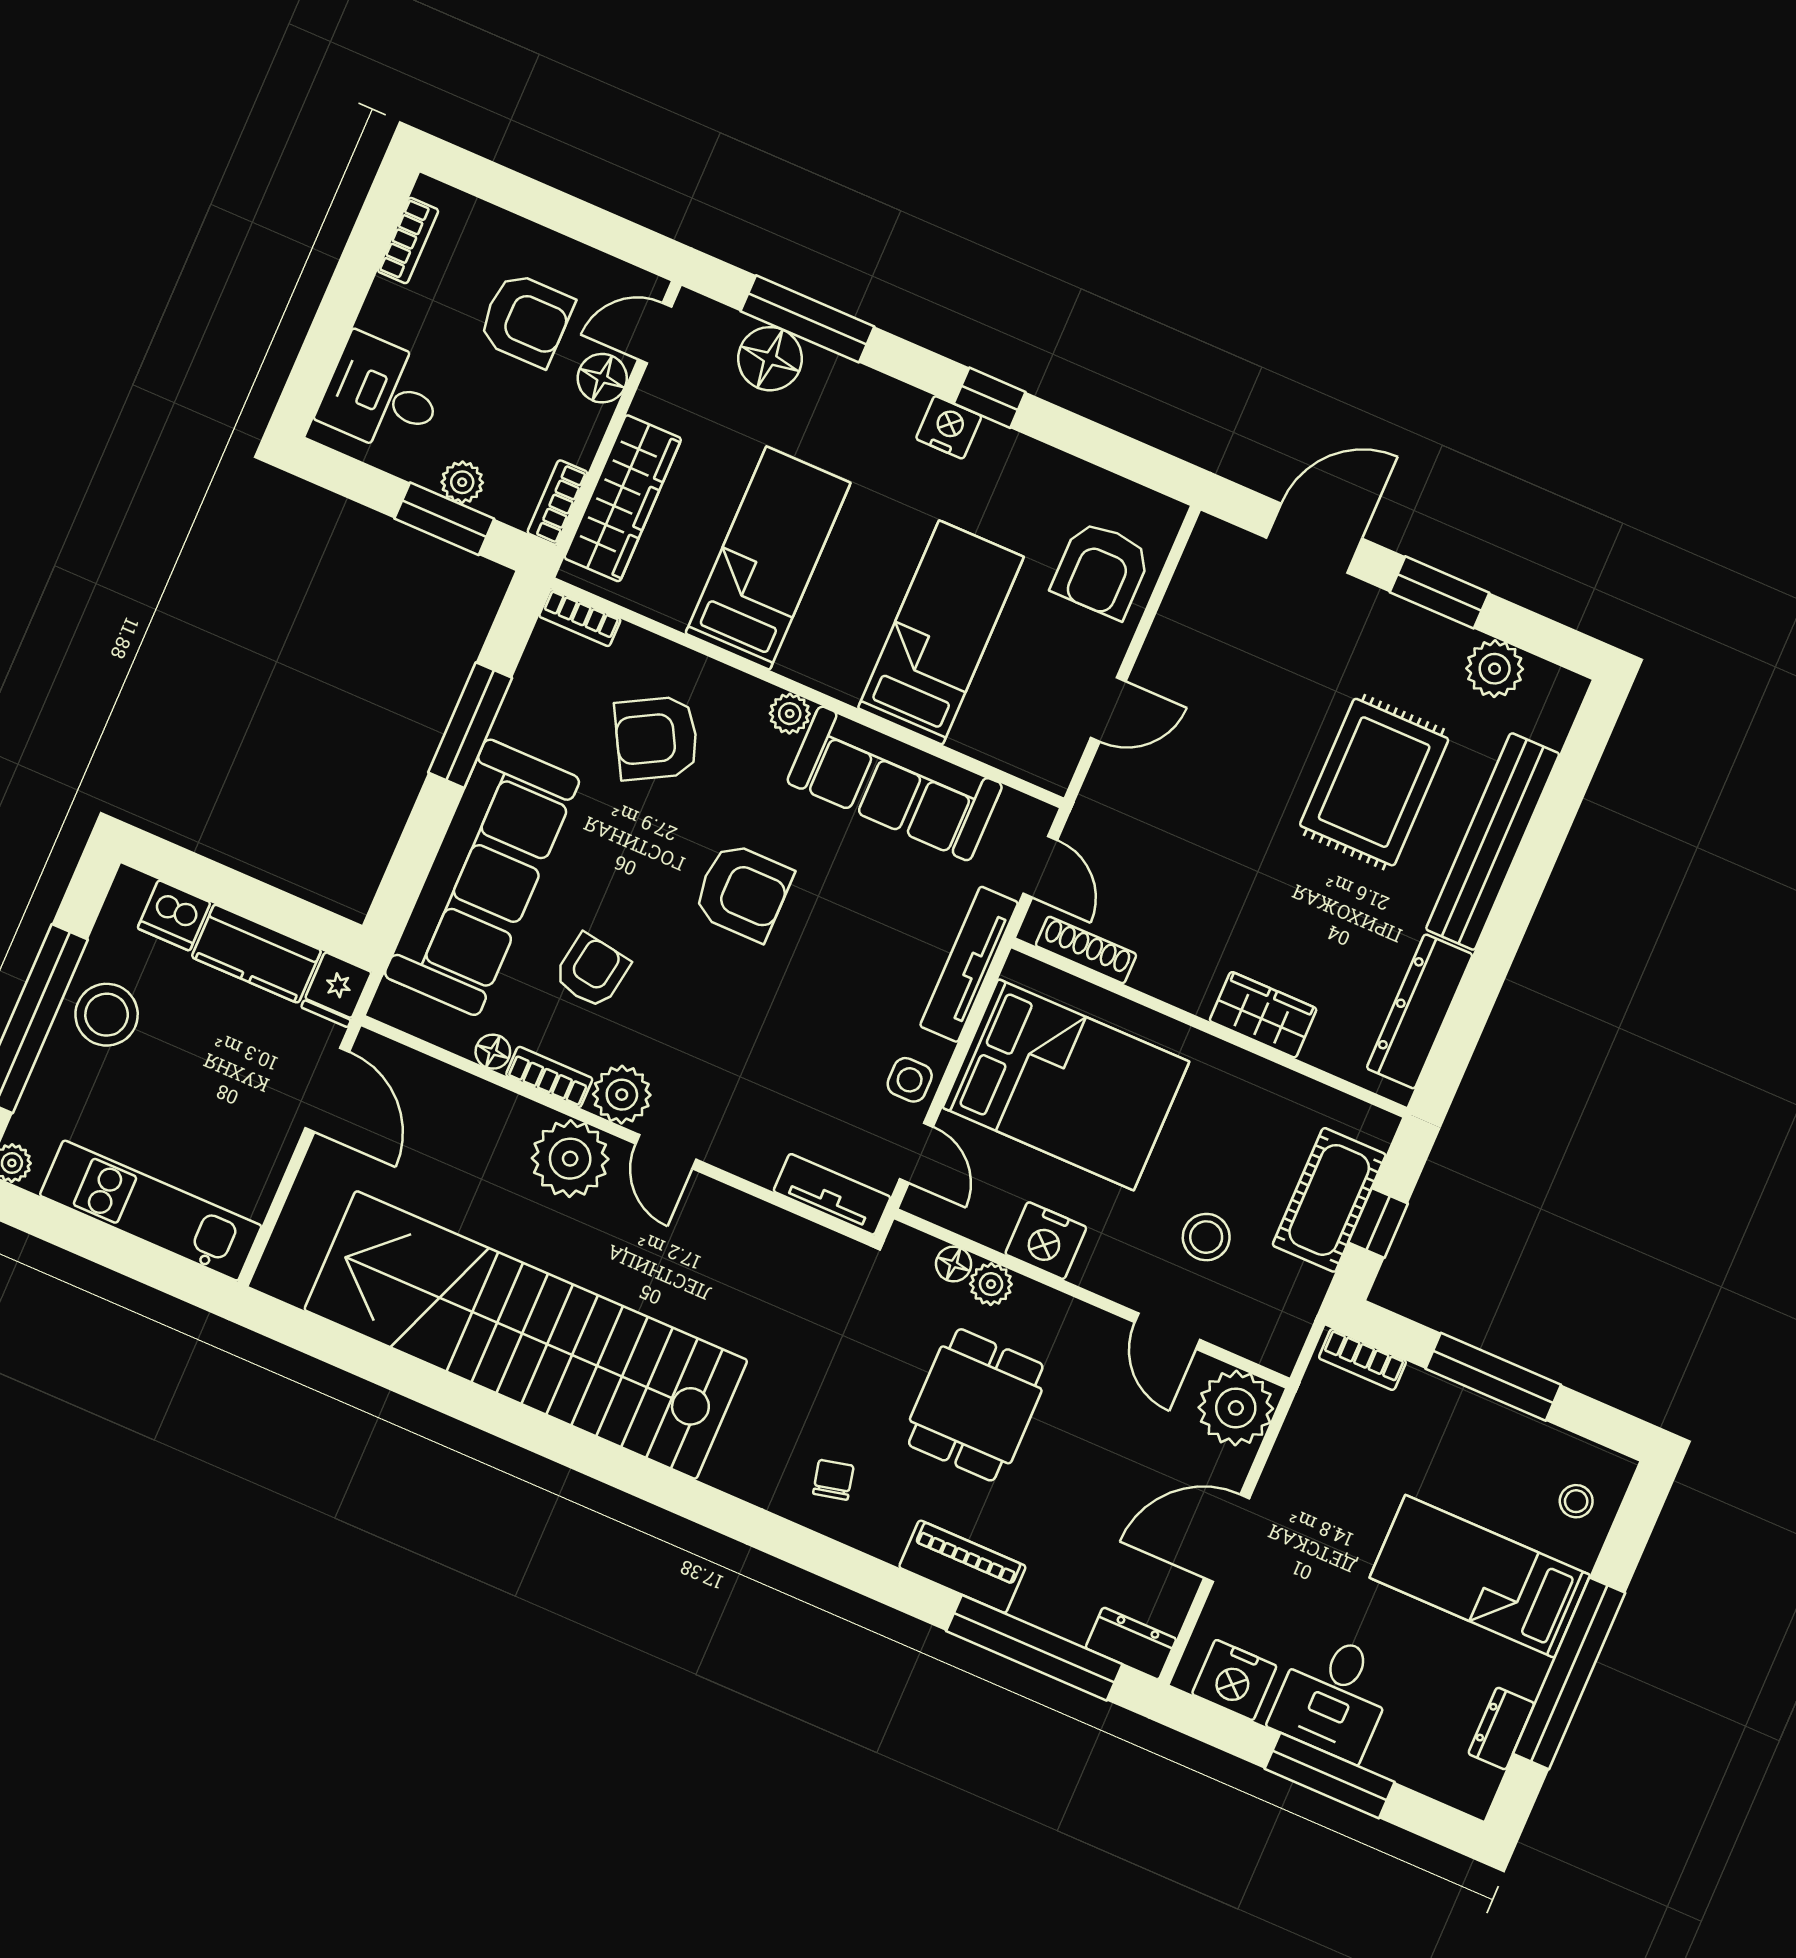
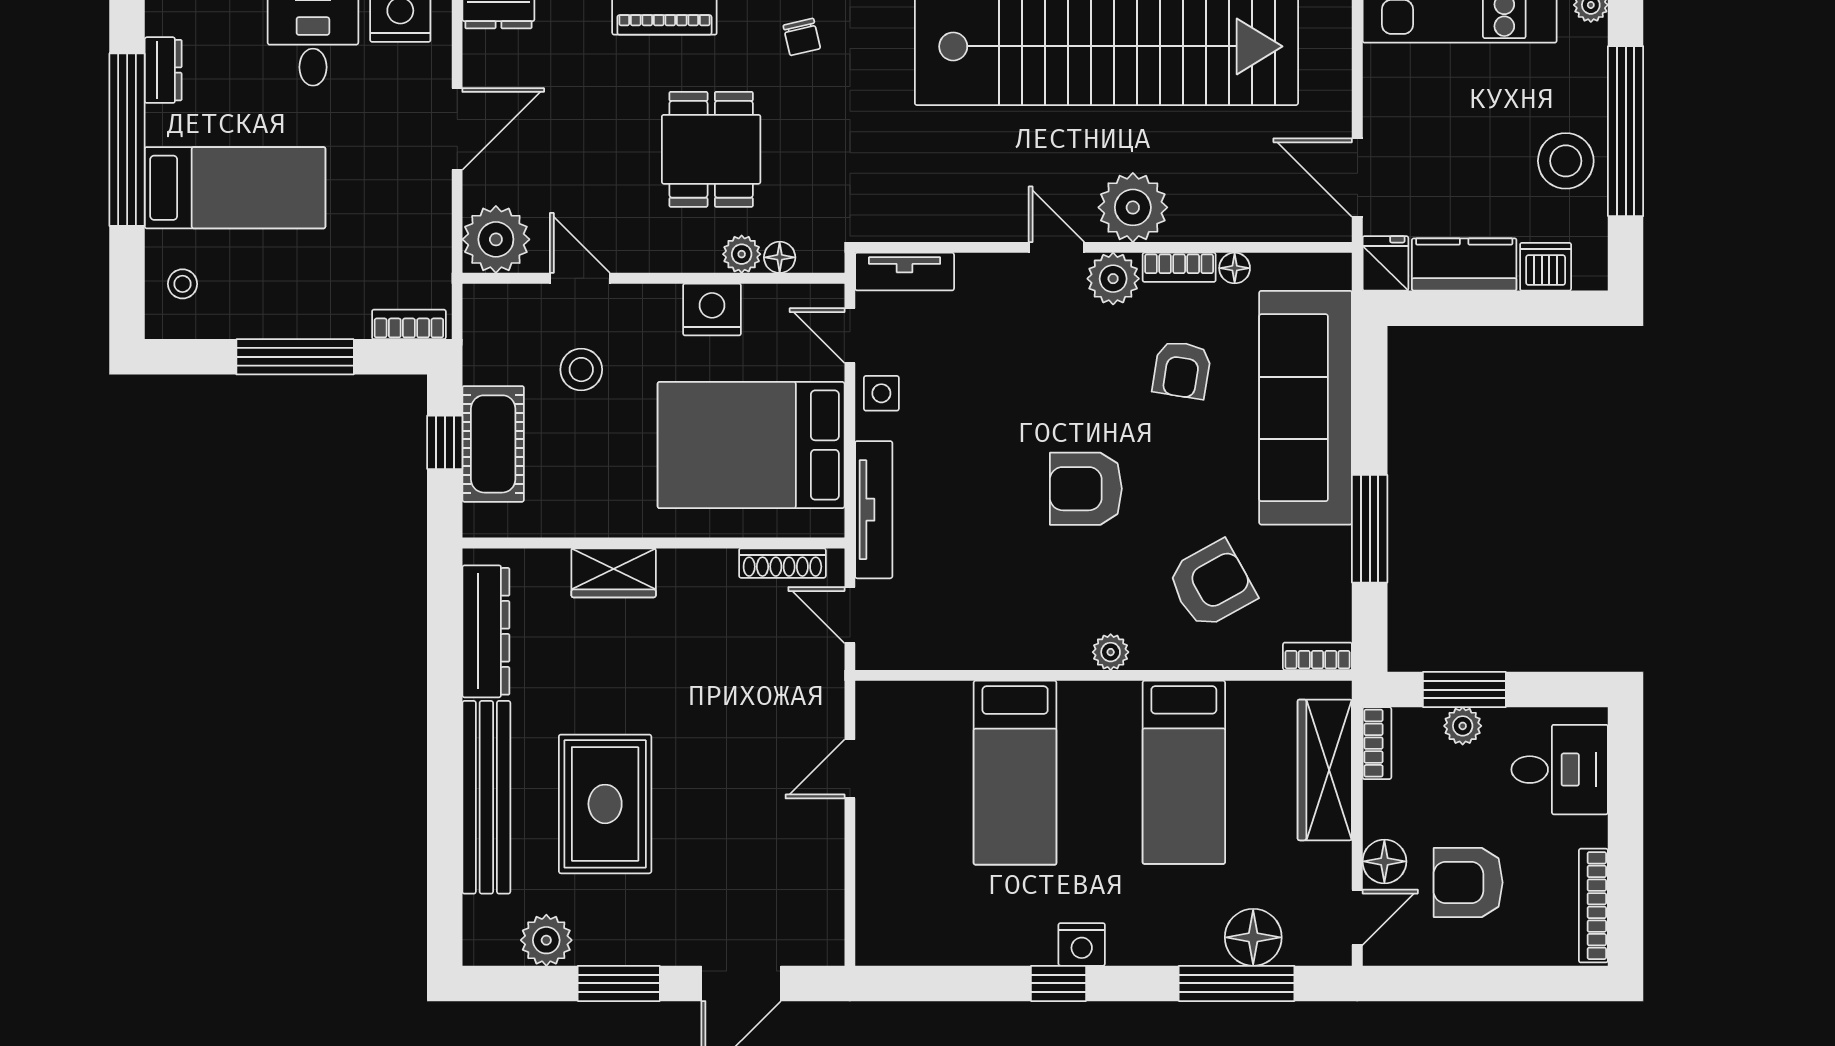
bookcase: (408, 241) -> (1593, 906), width x1.56
armchair: (1101, 570) -> (905, 882), removed
sofa: (895, 783) -> (999, 632), removed

